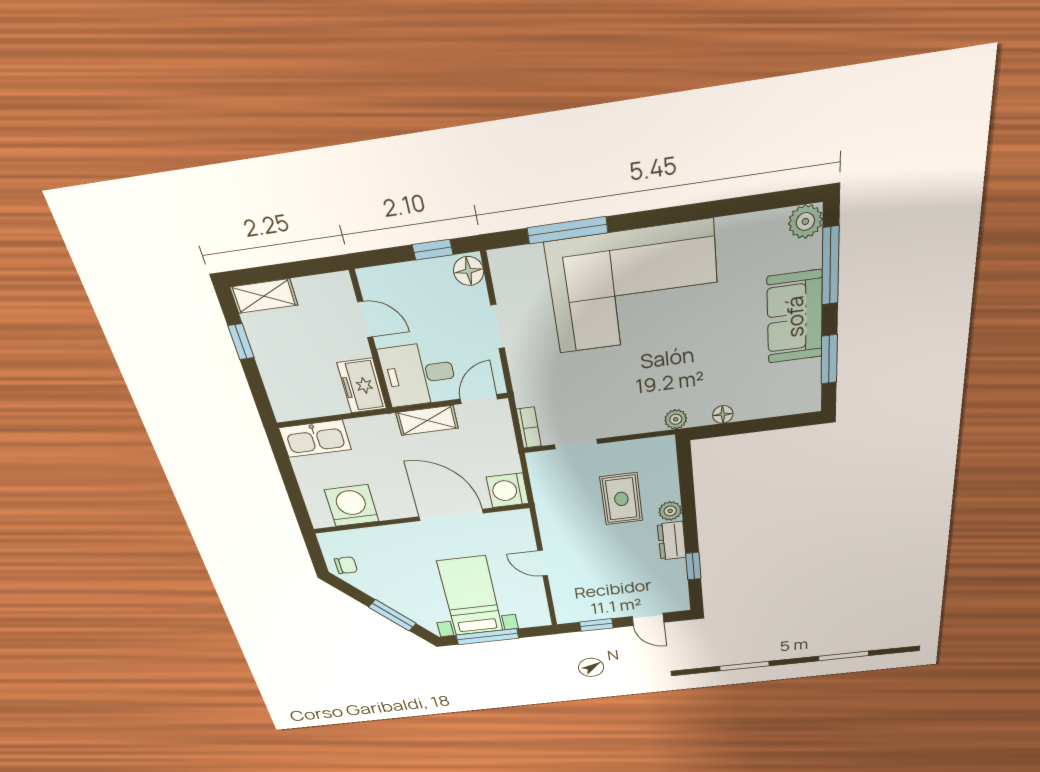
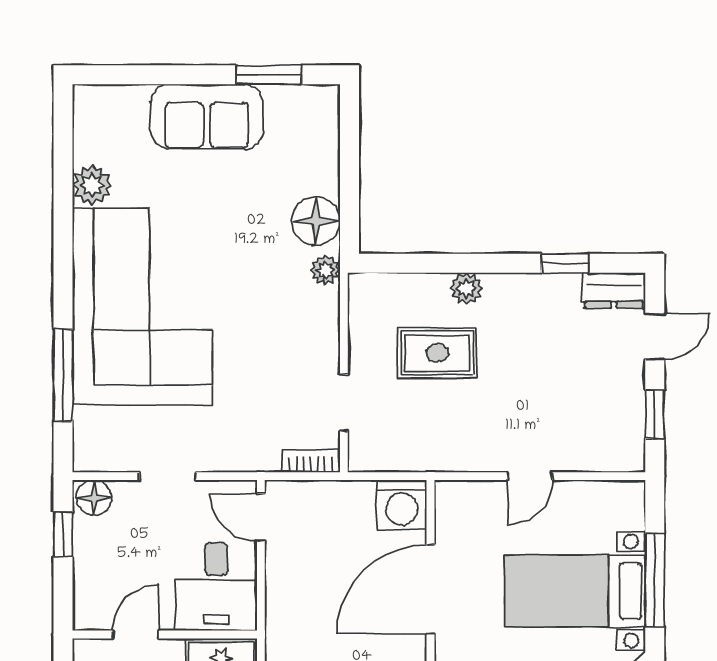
plant: (805, 221) -> (92, 185), moved
window: (830, 266) -> (149, 75), removed
floor lamp: (723, 414) -> (316, 221), width x1.89, depth x1.89
shelving: (427, 420) -> (282, 590), removed
dresser: (672, 541) -> (614, 290), moved

